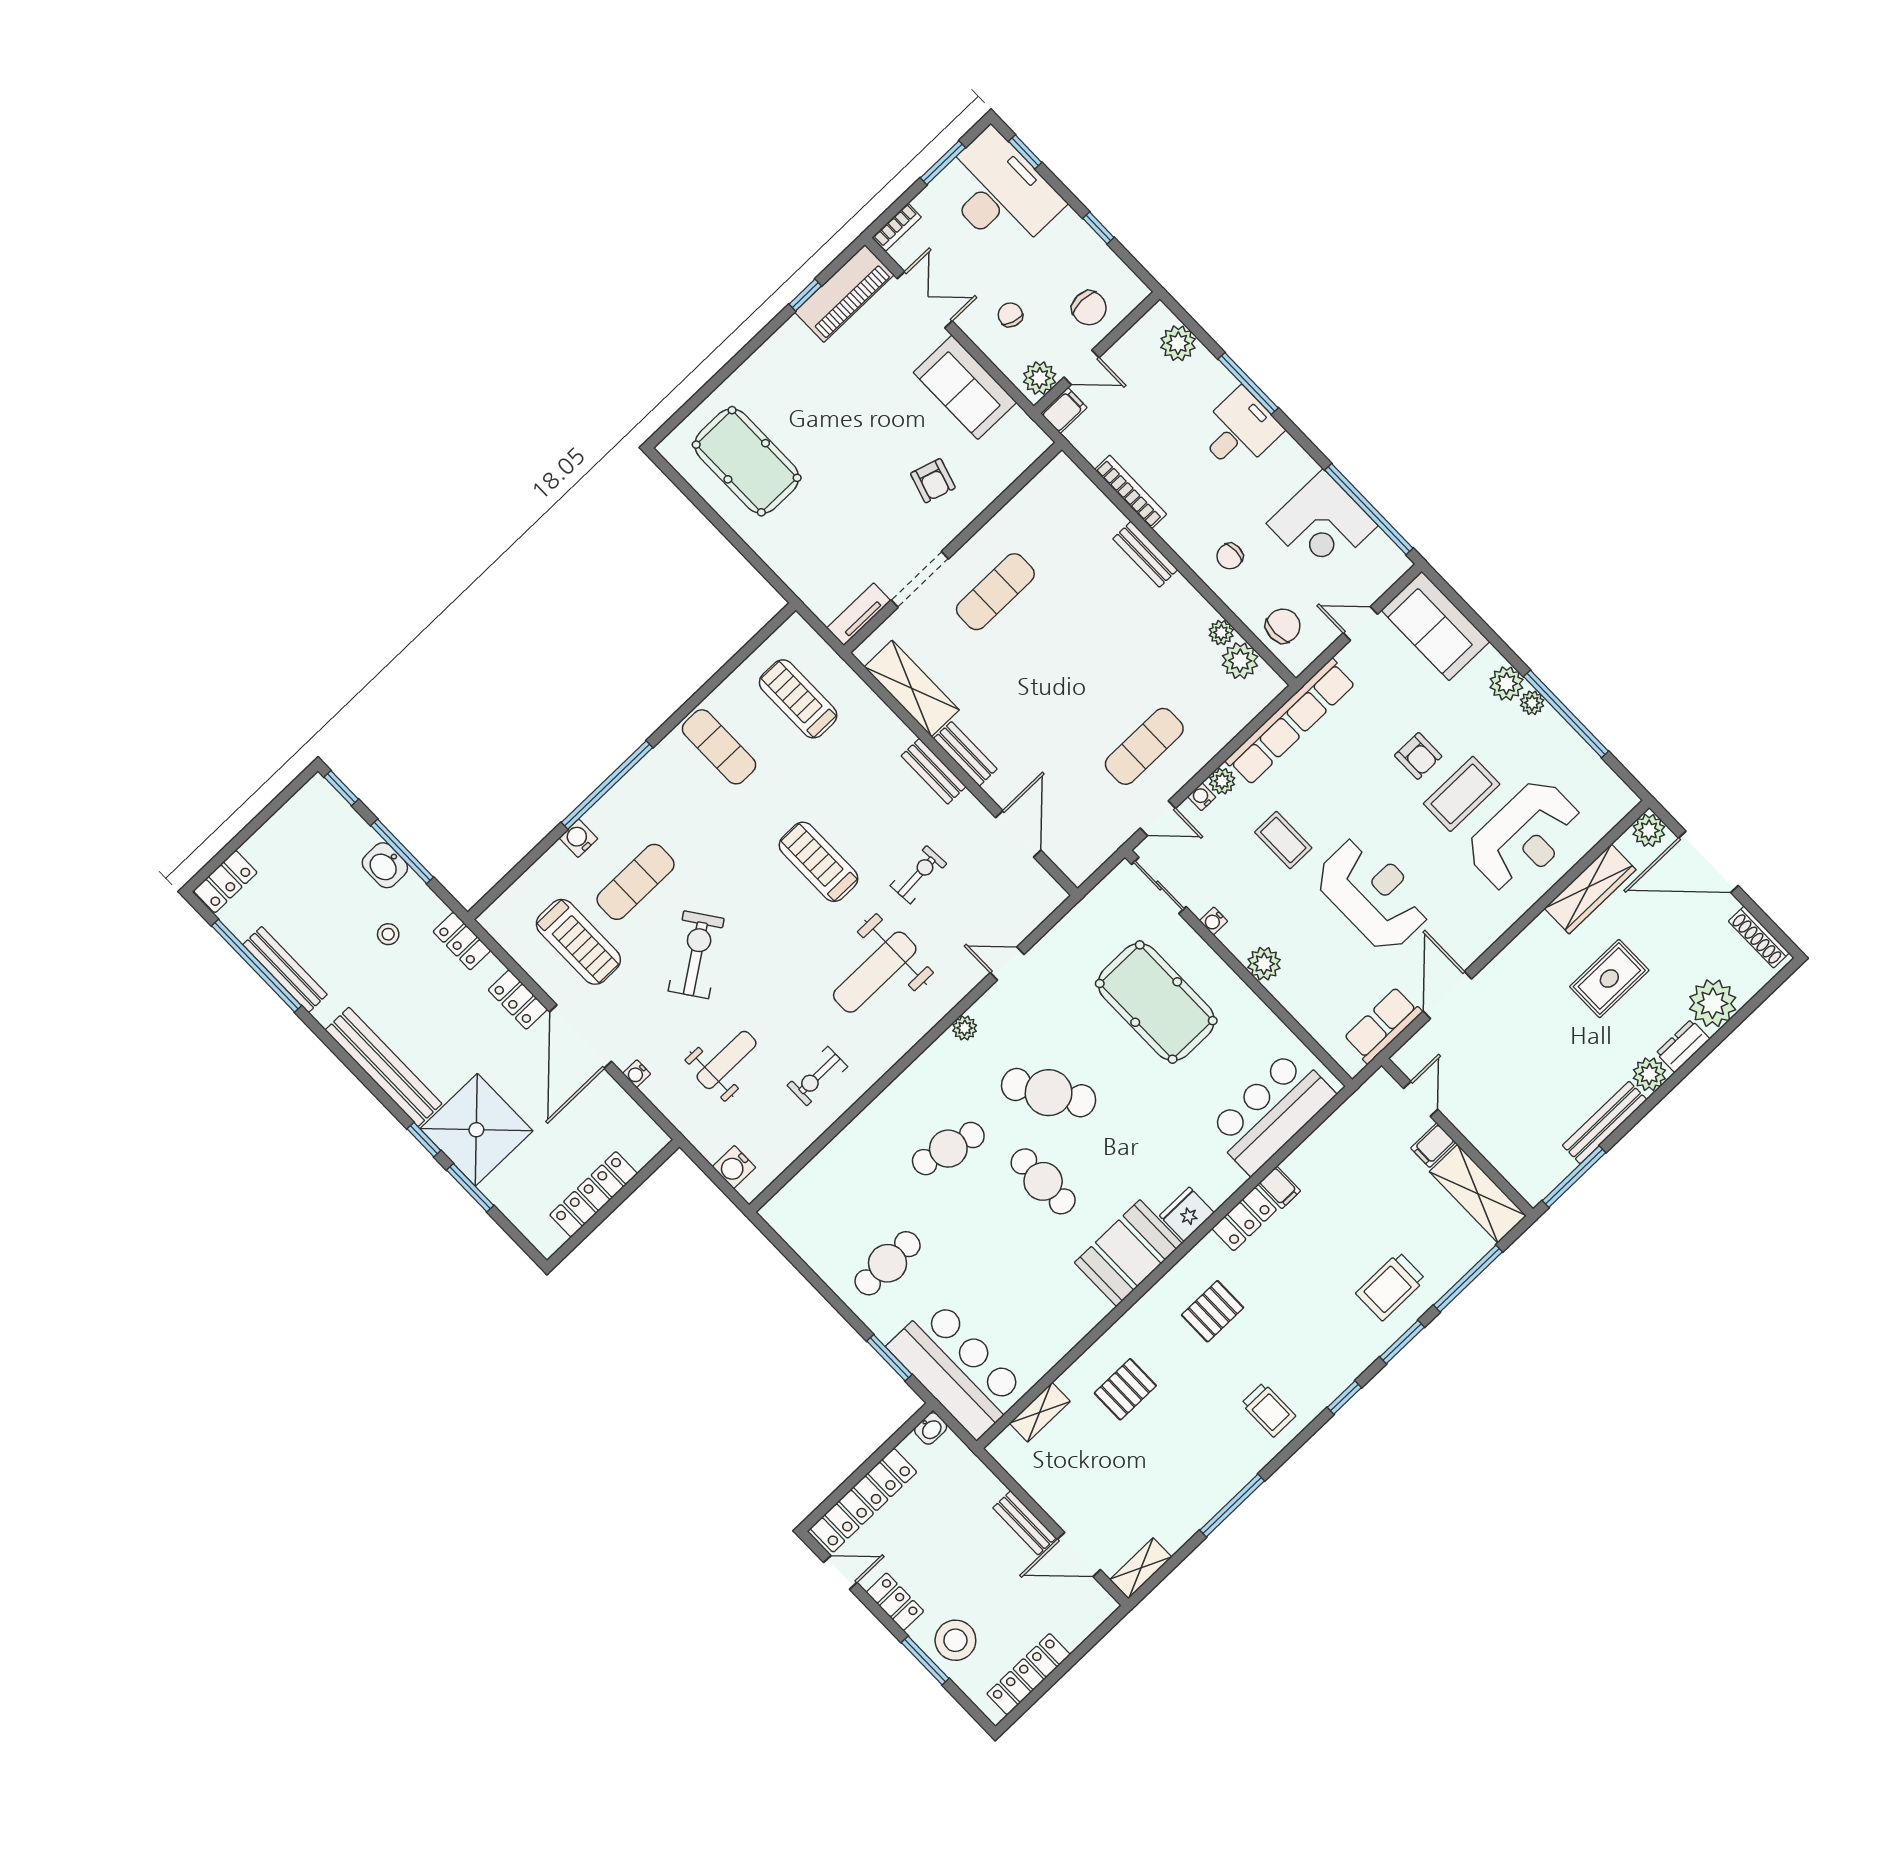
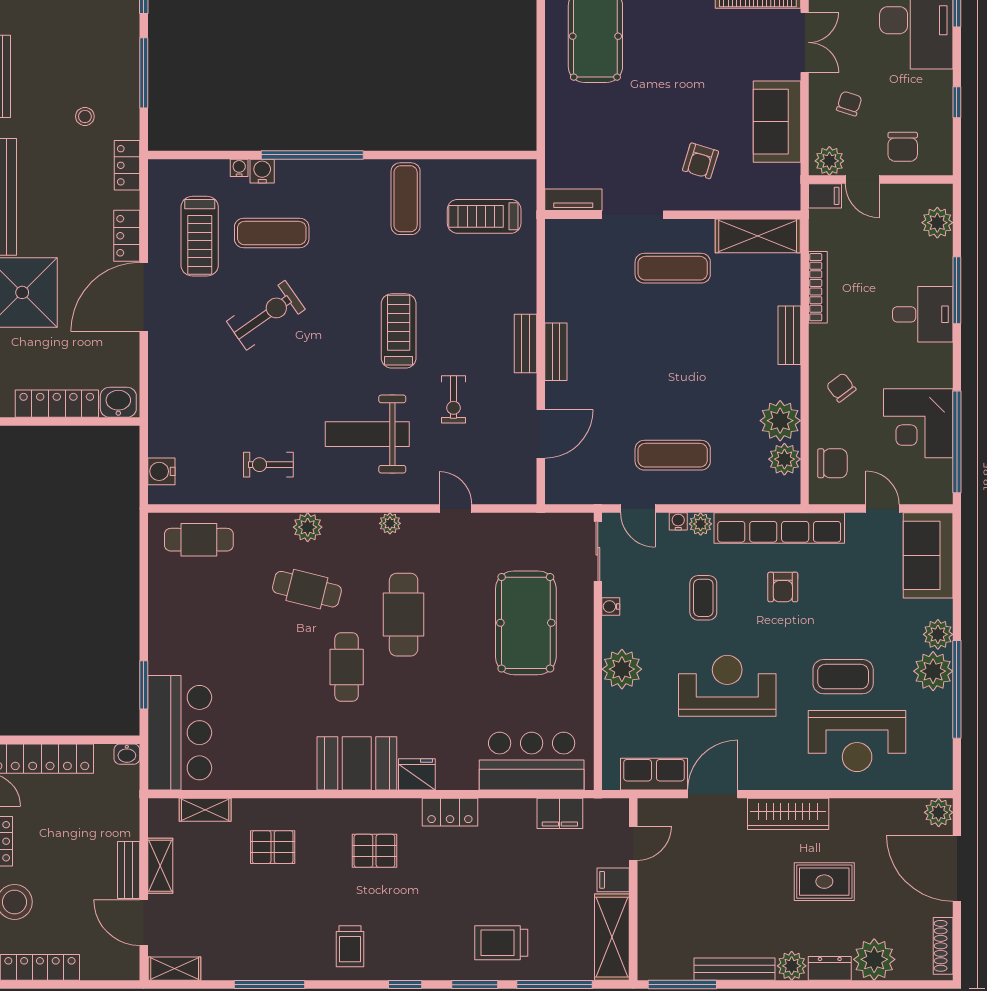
chair: (1230, 556) -> (841, 387), turned 53
plant: (1221, 633) -> (780, 421), width x1.87, depth x1.87
shelving: (912, 688) -> (758, 236), moved, turned 90
treadmill: (798, 699) -> (484, 216), turned -90
plant: (1532, 703) -> (933, 671), width x1.88, depth x1.88
armchair: (1418, 756) -> (783, 587), moved
washbasin: (385, 865) -> (118, 402), moved, turned 90
exercise bike: (918, 875) -> (454, 399), turned 94
wardrobe: (1590, 889) -> (788, 814), moved
reception desk: (1373, 894) -> (727, 686), turned -90
plant: (1264, 964) -> (622, 669), width x1.36, depth x1.36
weight bench: (727, 1060) -> (221, 400), removed
water cooler: (637, 1074) -> (239, 168), moved, turned 90
cafe table: (1049, 1093) -> (404, 615), turned 32
plant: (900, 1097) -> (308, 527), added
filing cabinet: (1279, 1187) -> (560, 813), moved, width x2.00
cafe table: (888, 1263) -> (199, 540), moved
shelving: (1047, 1494) -> (160, 866), added

